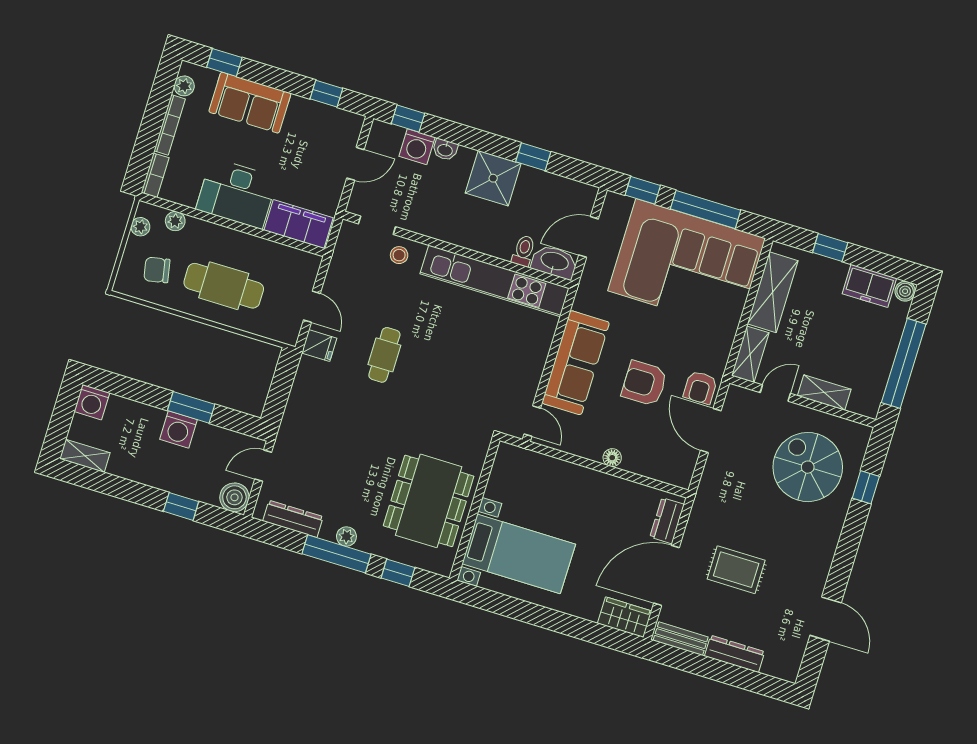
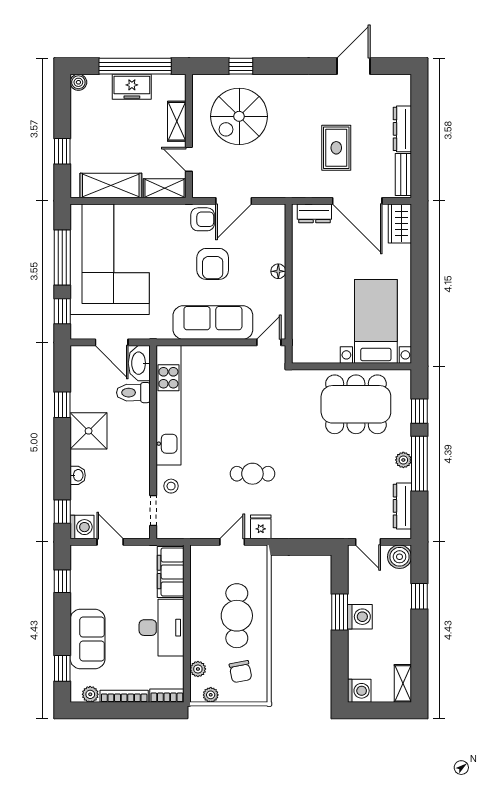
washing machine: (417, 147) -> (82, 527), moved
toilet: (524, 251) -> (133, 393), width x1.37, depth x1.39
freezer: (869, 286) -> (132, 87), moved, turned 90

